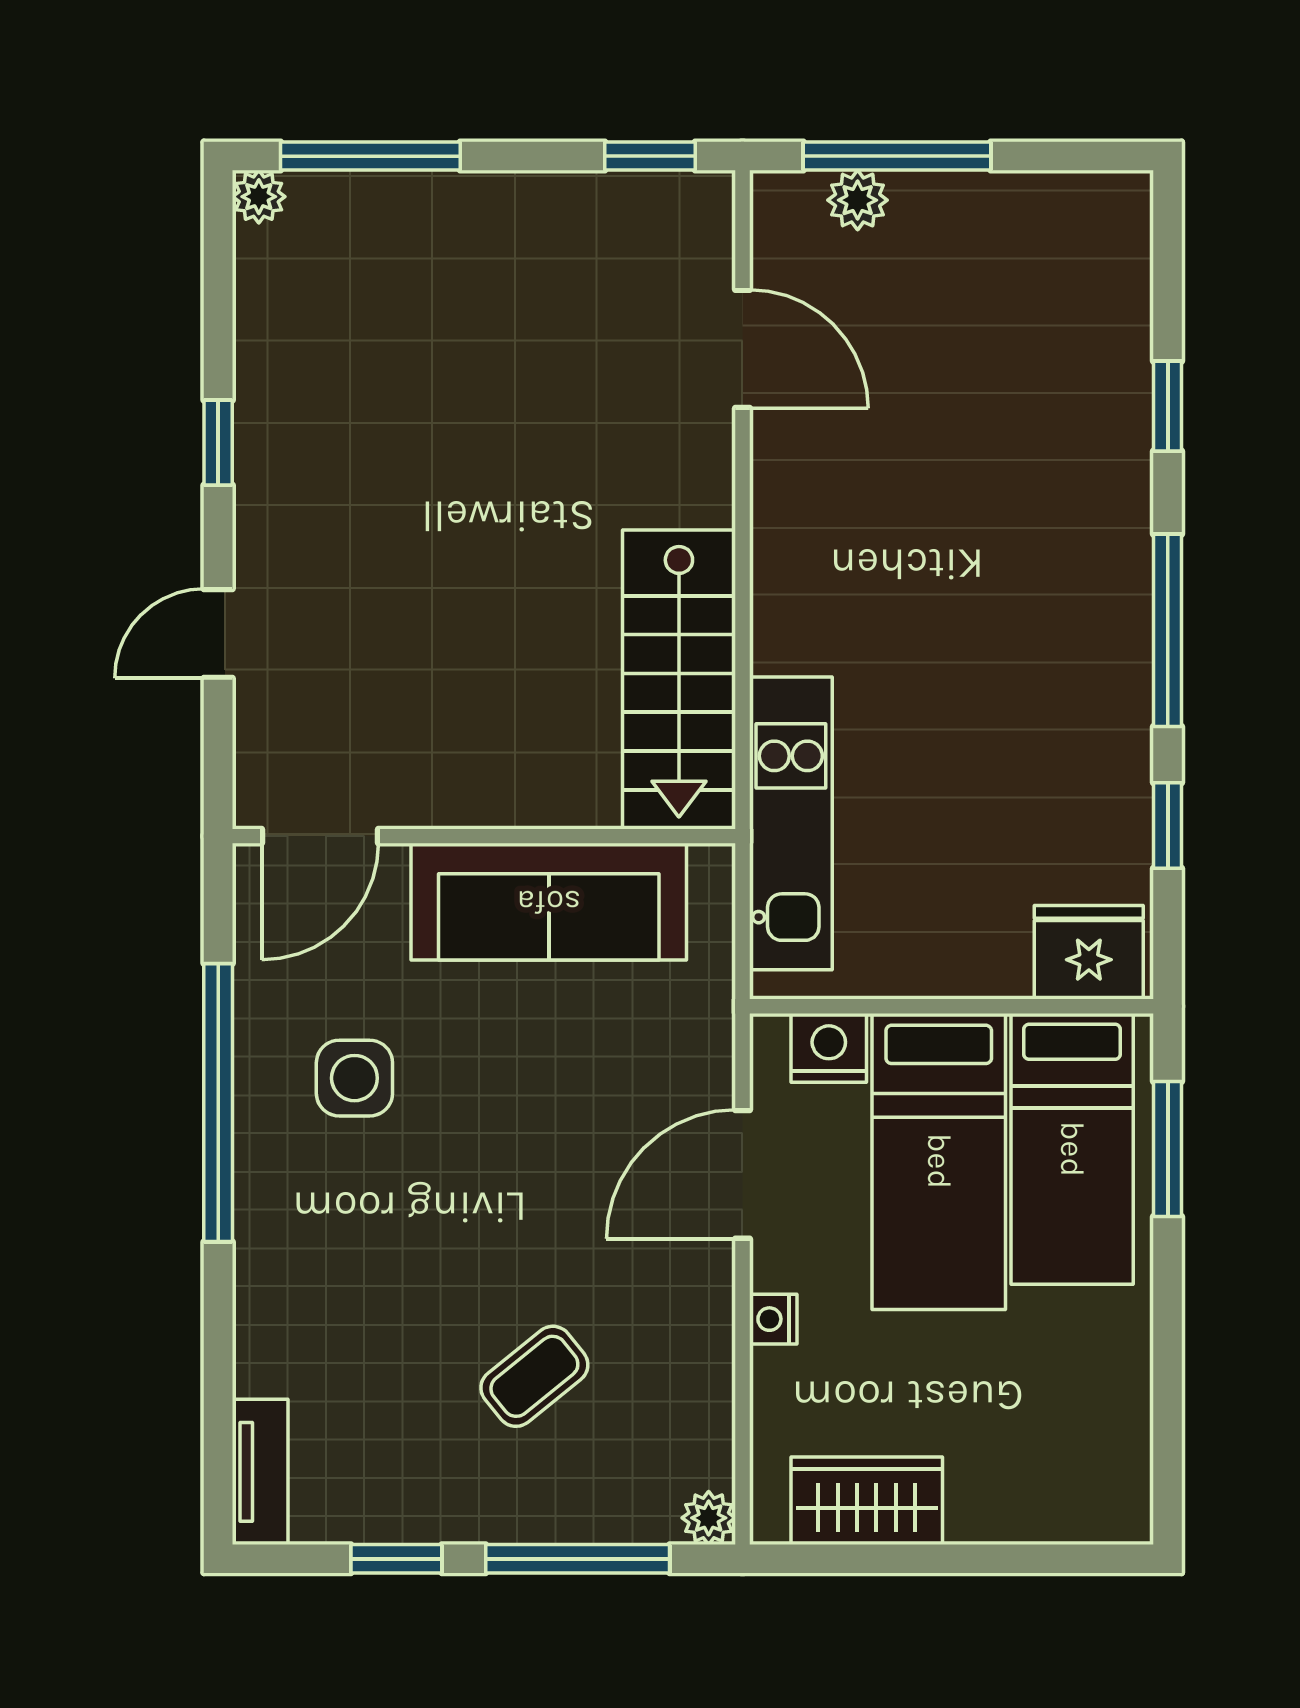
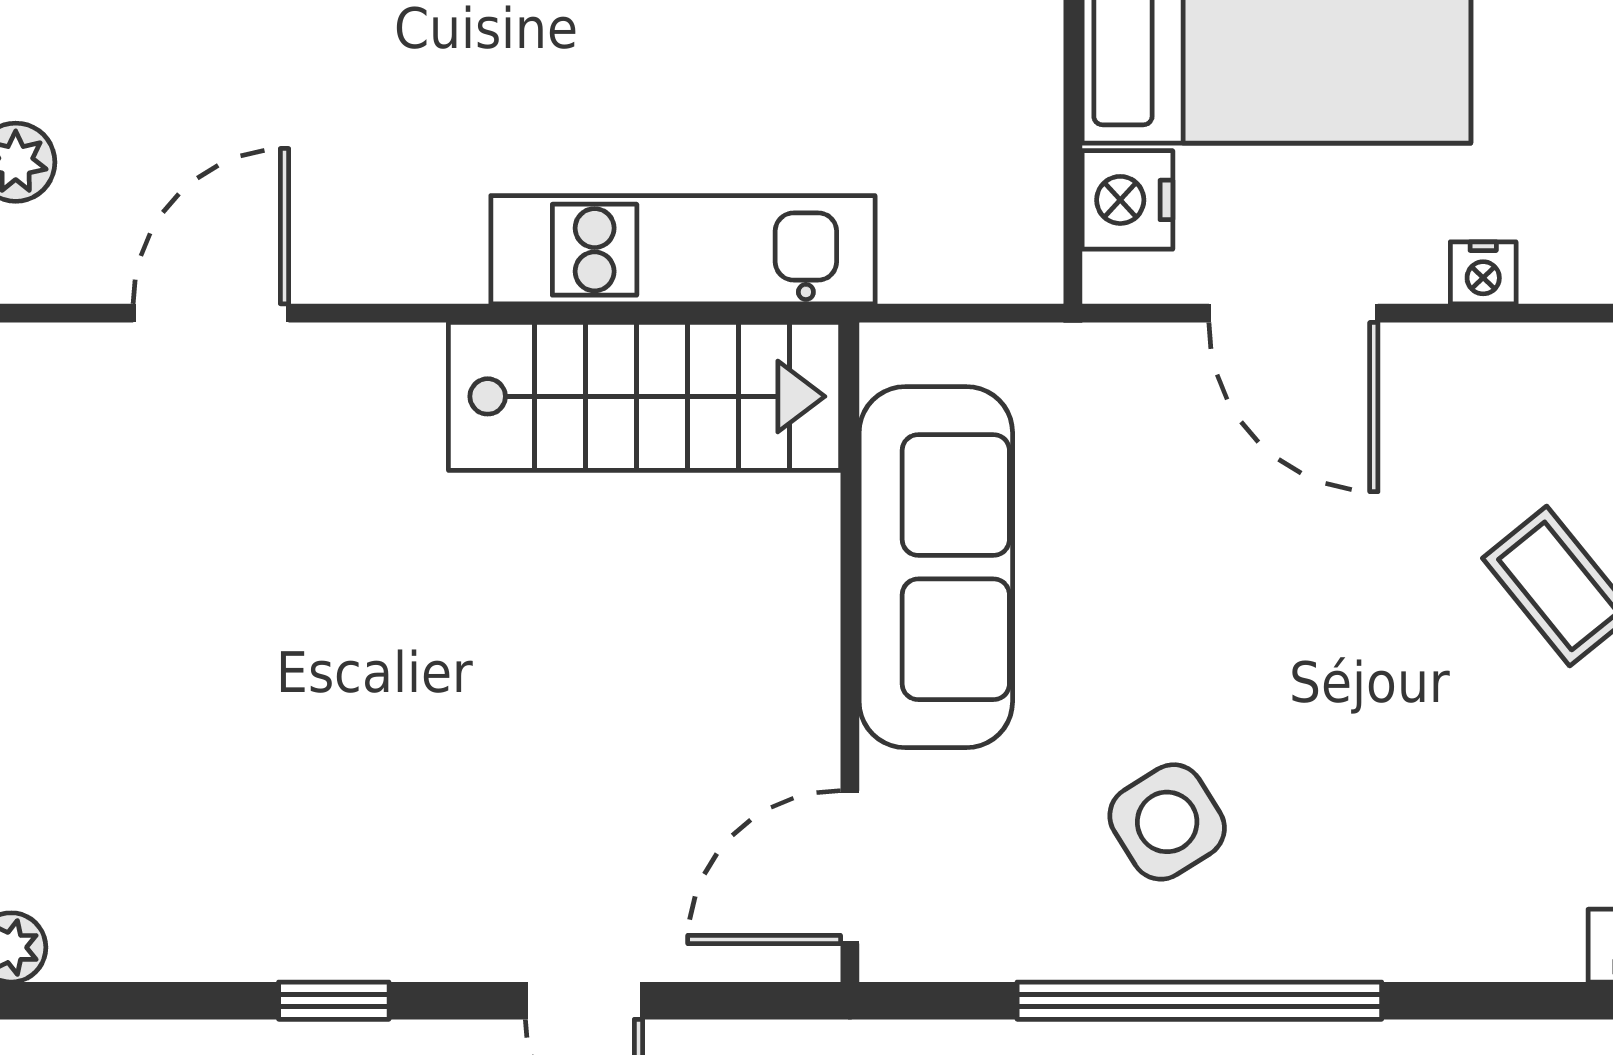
kitchen unit: (791, 823) -> (683, 250), moved
door: (320, 836) -> (850, 867), swing flipped
side table: (354, 1078) -> (1167, 822), turned -32

